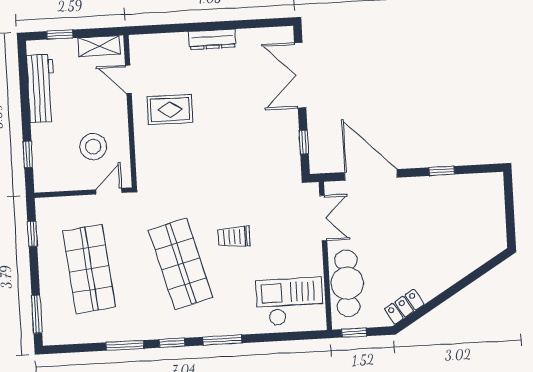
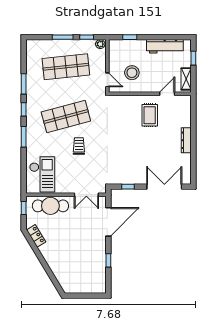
plant: (44, 208) -> (100, 44), added
window: (37, 314) -> (63, 37), moved

